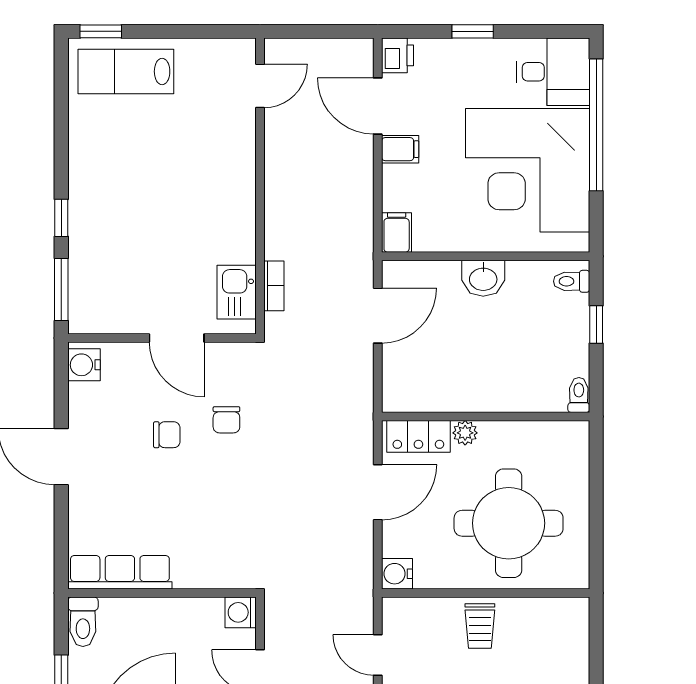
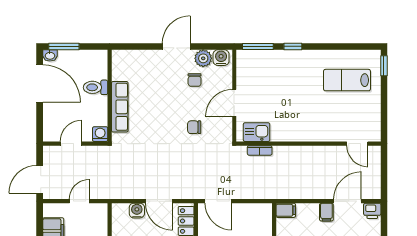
lab bench: (126, 71) -> (347, 80), moved, turned -90
door: (378, 316) -> (218, 201), moved
plant: (86, 401) -> (203, 58), added
chair: (167, 435) -> (195, 80), moved
row of seats: (120, 572) -> (120, 107), moved
water cooler: (397, 574) -> (137, 211), moved
toilet: (83, 622) -> (96, 87), moved

